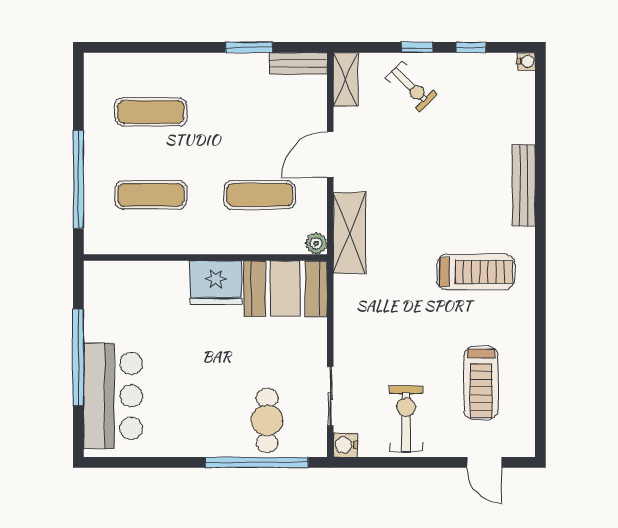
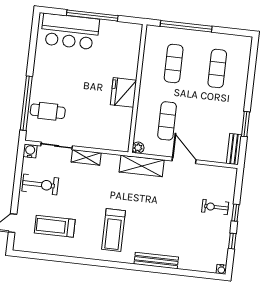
shelving: (345, 80) -> (86, 157), moved
exercise bike: (411, 86) -> (215, 207), turned 46
booth: (285, 288) -> (116, 129), removed

